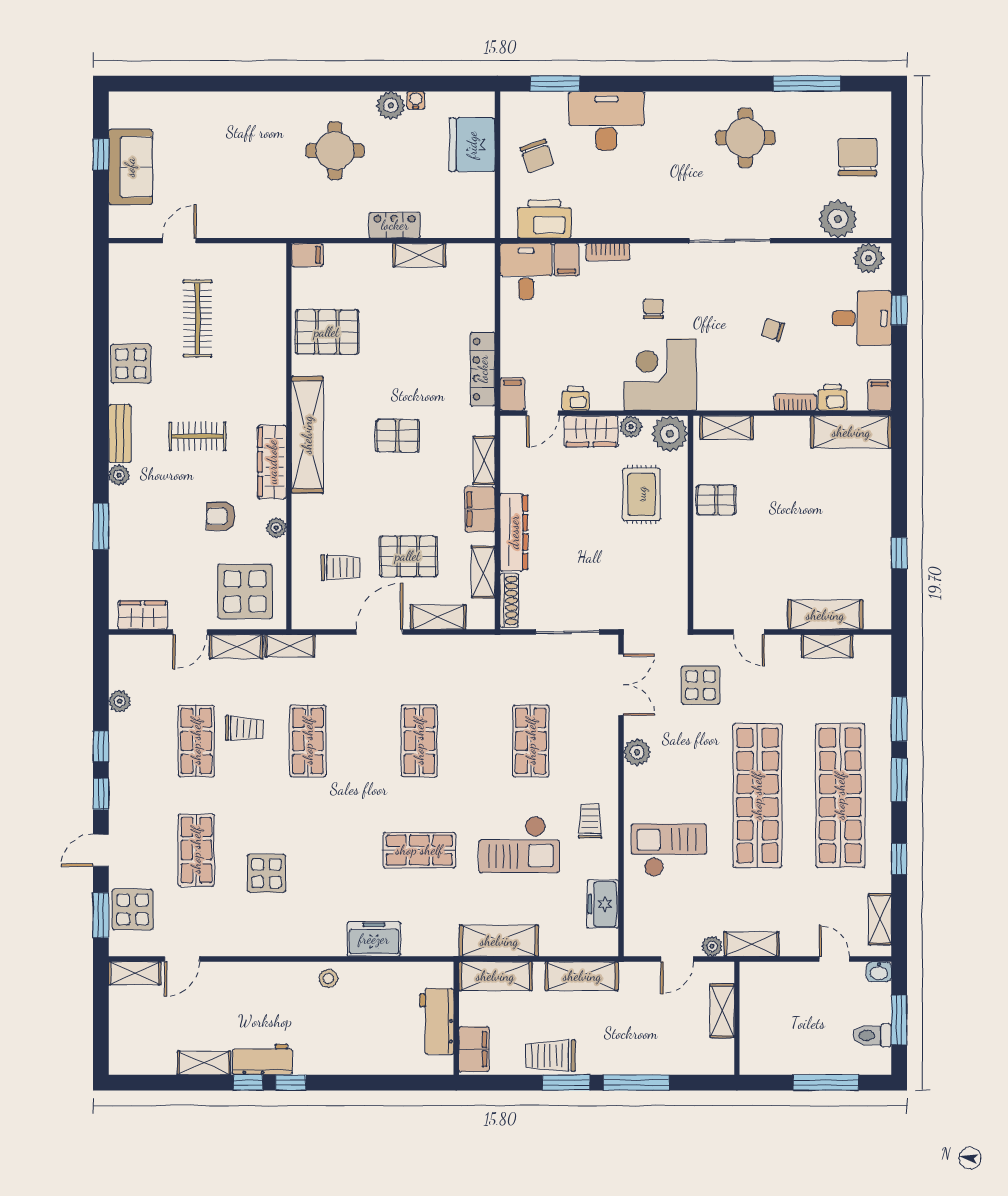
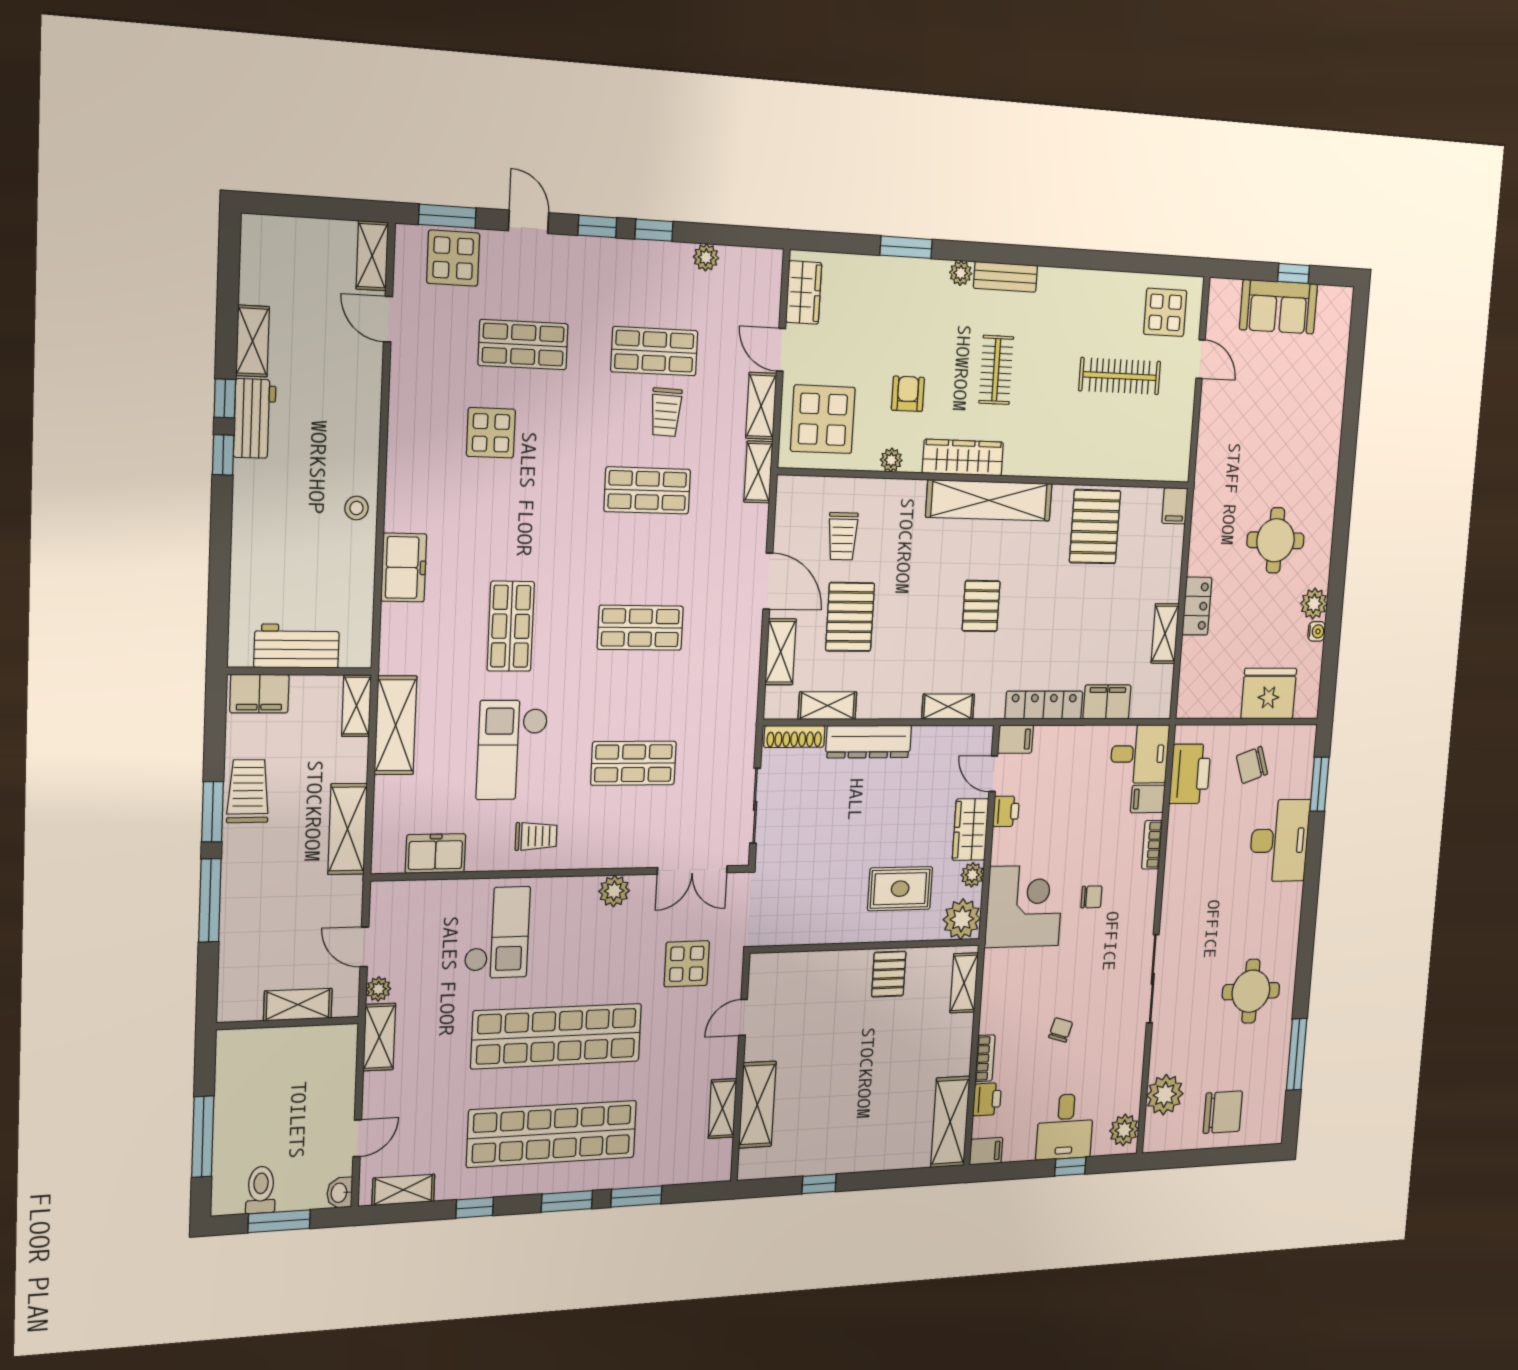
display table: (131, 364) -> (1165, 312), moved
filing cabinet: (480, 509) -> (1107, 702), moved
shelving: (495, 976) -> (357, 706), width x0.67, depth x0.75

